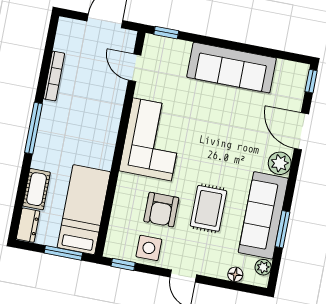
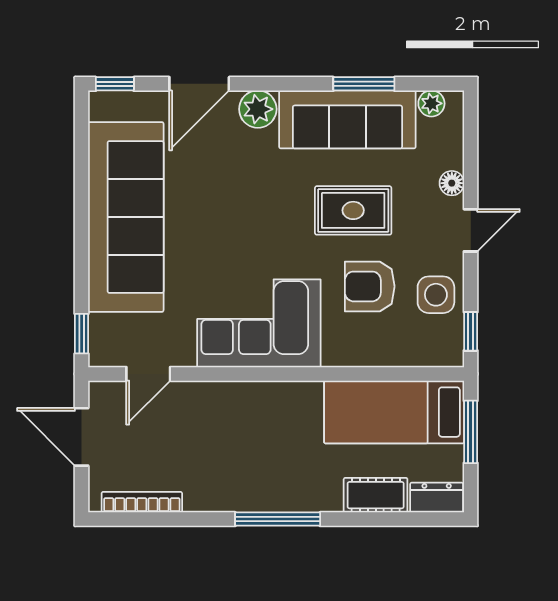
sofa: (232, 68) -> (126, 217), width x1.36, depth x1.27
bookcase: (54, 76) -> (142, 502), moved
armchair: (161, 210) -> (370, 286), turned 180
floor lamp: (235, 274) -> (452, 183), moved

